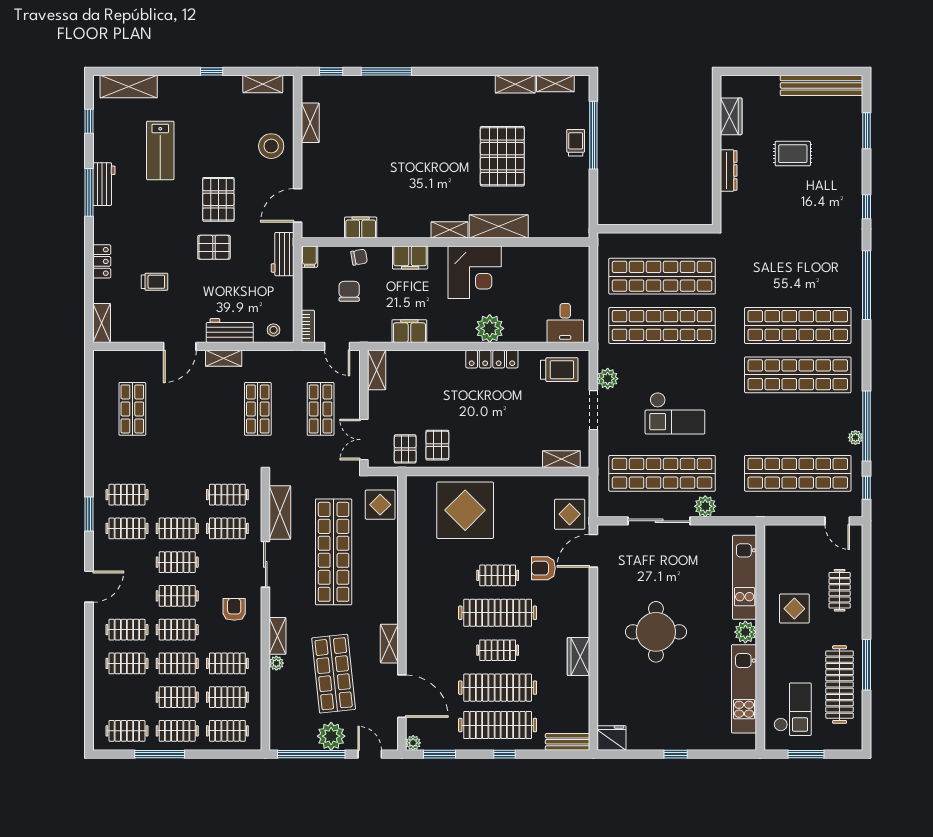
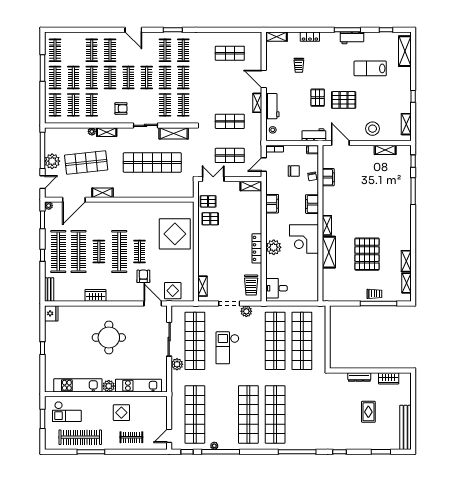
pallet: (502, 156) -> (367, 254), turned 90
clothes rail: (177, 495) -> (183, 78), added
display table: (380, 505) -> (178, 188), removed

